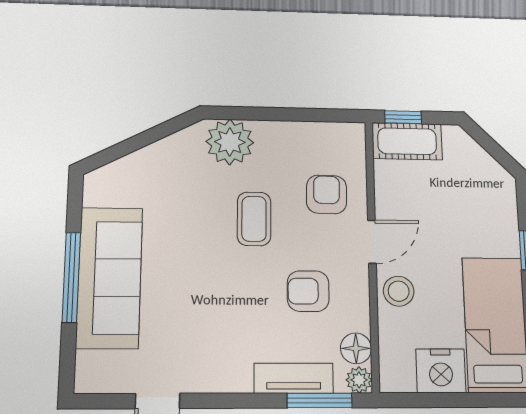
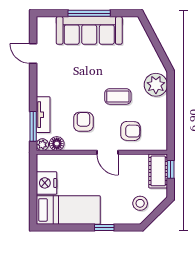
stool: (399, 291) -> (140, 203), moved

